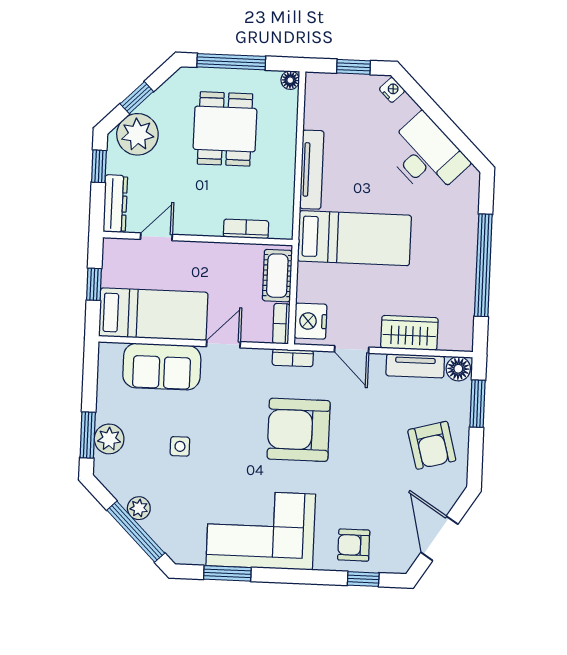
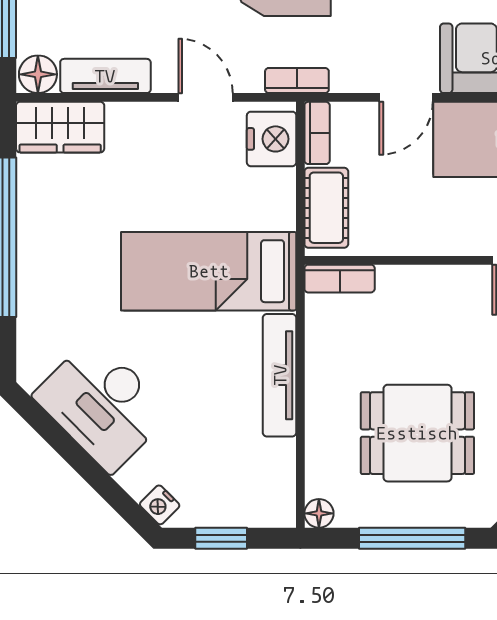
dining table: (225, 129) -> (417, 433), turned 90
bookcase: (246, 229) -> (340, 279), moved
wardrobe: (409, 333) -> (60, 127), moved

